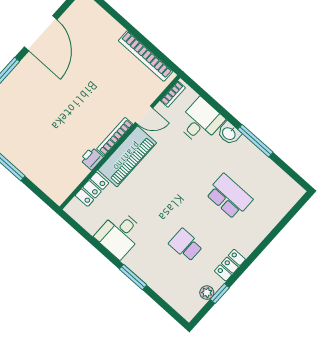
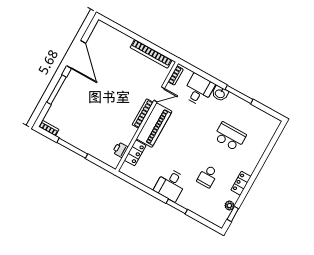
printer: (92, 159) -> (120, 150), moved
desk: (120, 234) -> (171, 185), moved
school desk: (186, 245) -> (208, 176), turned -90
window: (220, 293) -> (233, 214), moved

